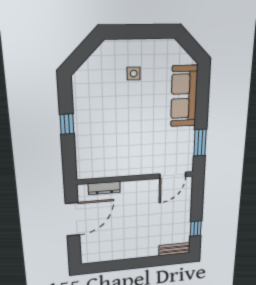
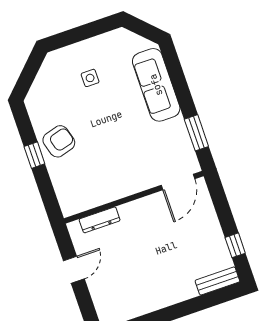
armchair: (91, 119) -> (59, 141), added
door: (72, 219) -> (74, 270), width x0.53

